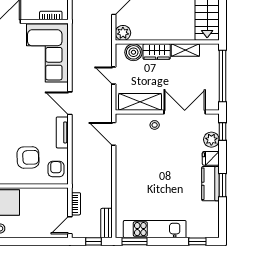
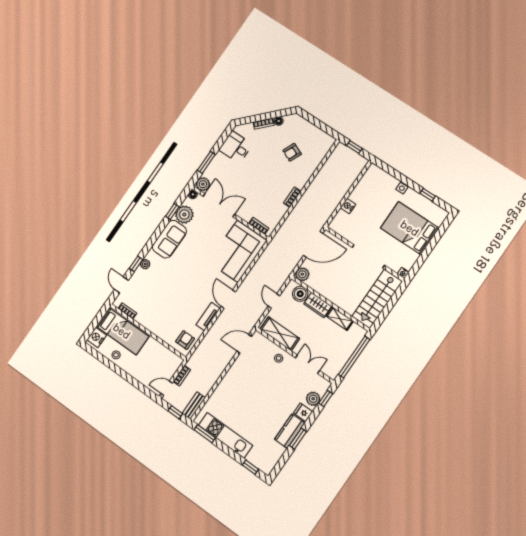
double door: (185, 112) -> (307, 364), width x0.73
door: (114, 134) -> (244, 344), hinge flipped
armchair: (28, 157) -> (171, 318), removed

